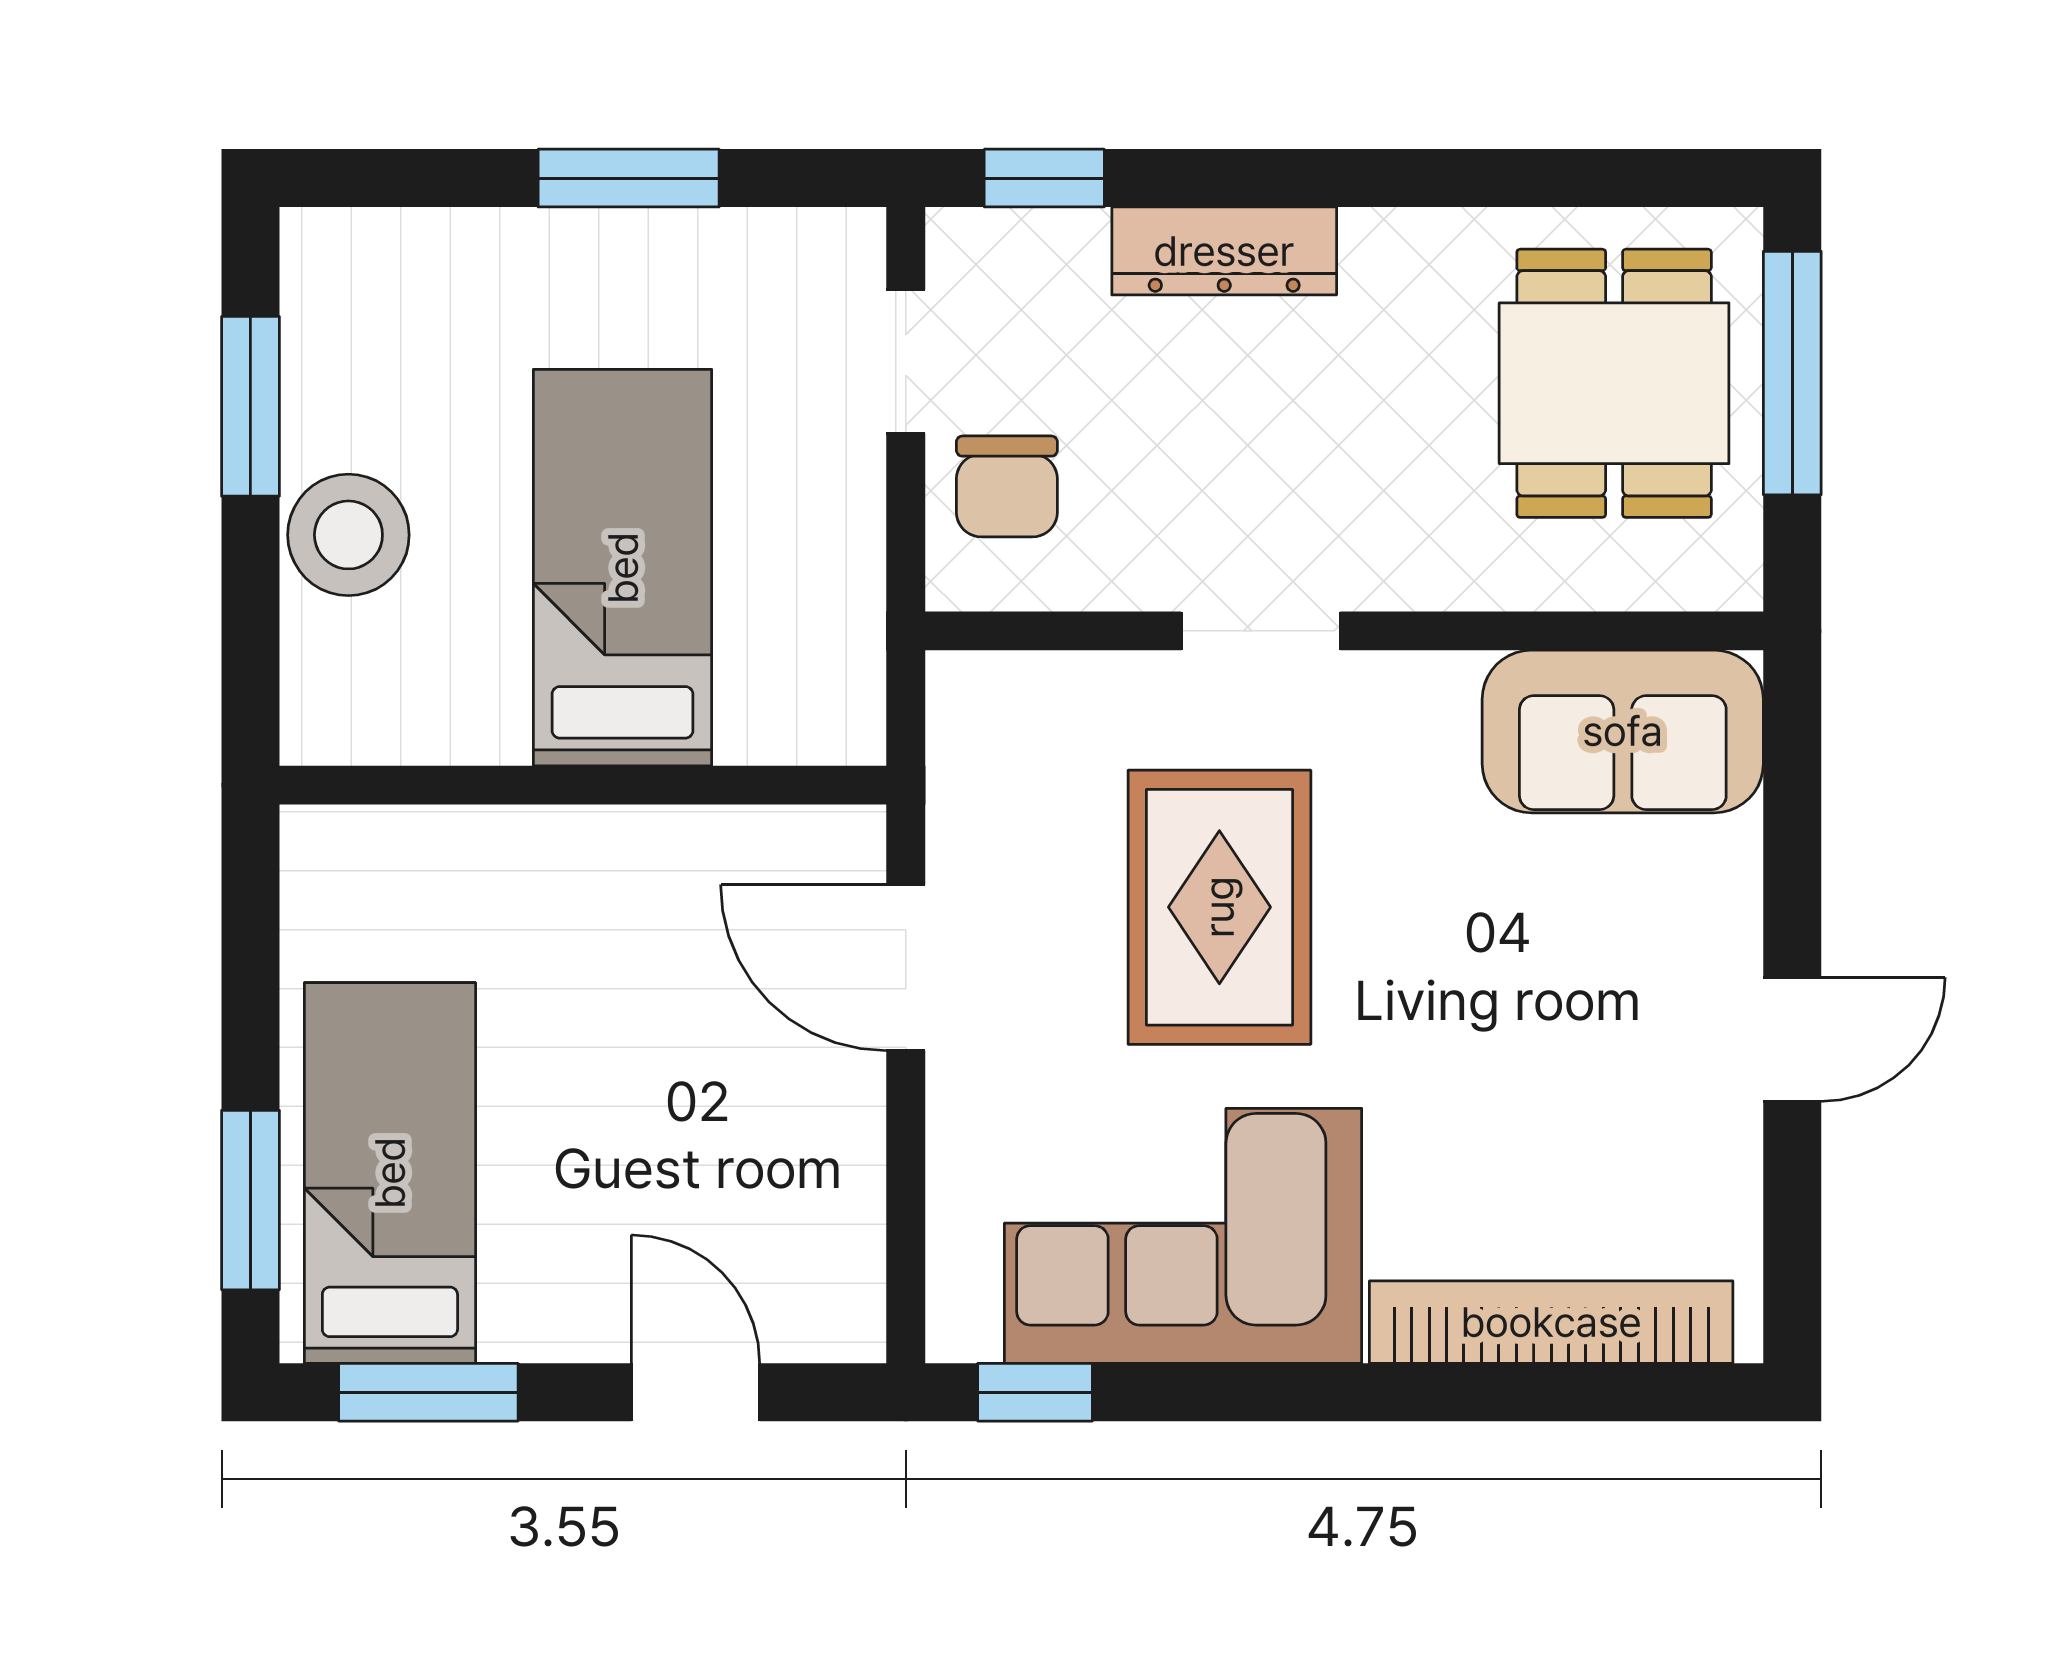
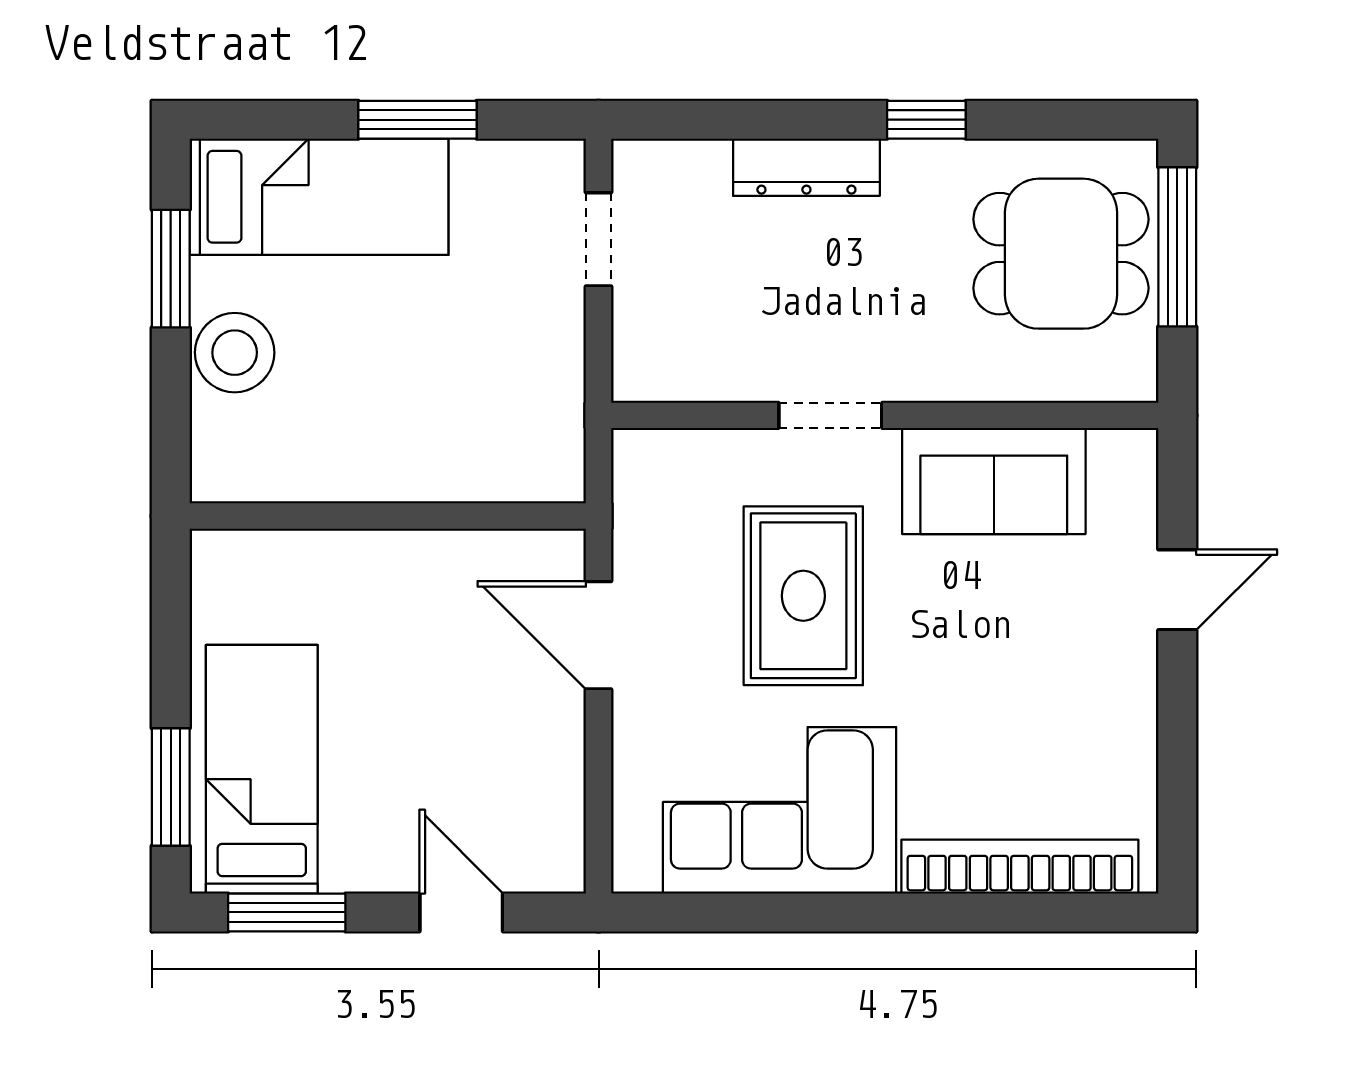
window: (1044, 178) -> (926, 120), moved
dining table: (1614, 383) -> (1061, 254), turned 90
chair: (1007, 486) -> (665, 321), removed
bed: (623, 568) -> (319, 197), moved, turned 90
sofa: (1623, 731) -> (994, 481), moved
door: (1792, 1039) -> (1177, 590), moved
window: (1035, 1392) -> (683, 912), removed

